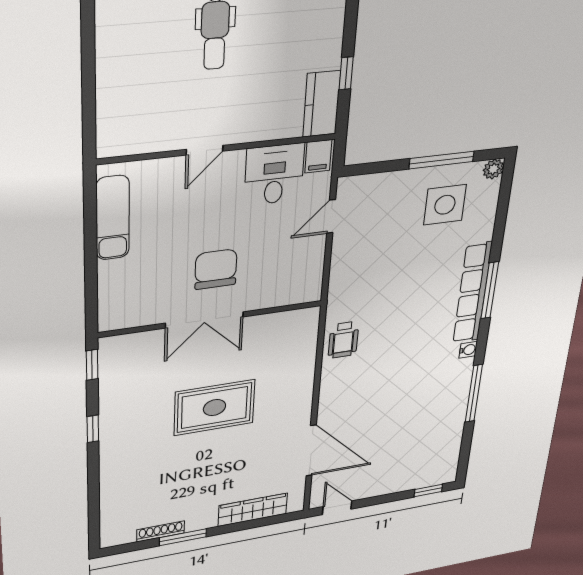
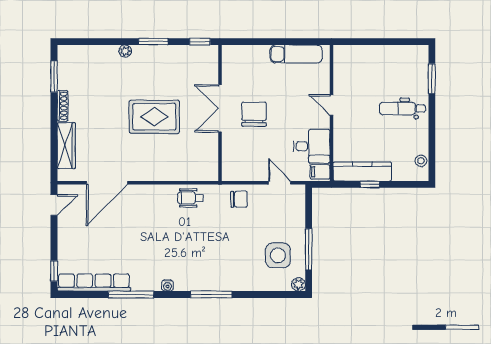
kitchen counter: (322, 104) -> (362, 171), width x1.50
chair: (216, 269) -> (254, 114), turned -90
chair: (352, 272) -> (239, 199), added
row of seats: (472, 293) -> (94, 283), moved
rug: (214, 408) -> (154, 117), turned 90
window: (93, 429) -> (153, 42), width x1.50
plant: (109, 463) -> (125, 51), added
shoe rack: (161, 531) -> (63, 106), moved
window: (183, 537) -> (54, 77), moved

